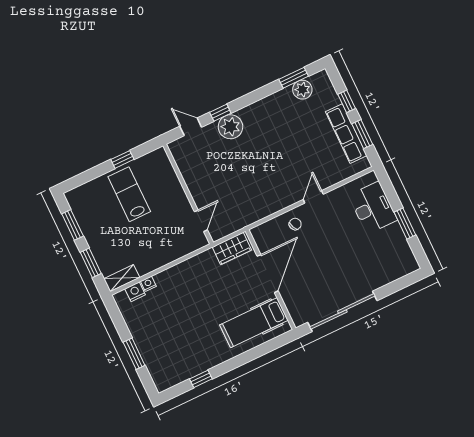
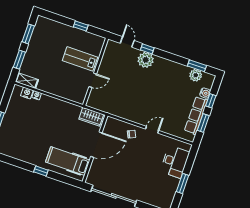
water cooler: (332, 99) -> (205, 93), added
lab bench: (129, 194) -> (80, 59), moved, turned -90
door: (201, 221) -> (93, 80), moved
window: (201, 379) -> (41, 171), moved

